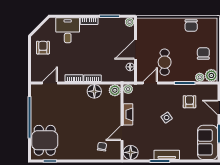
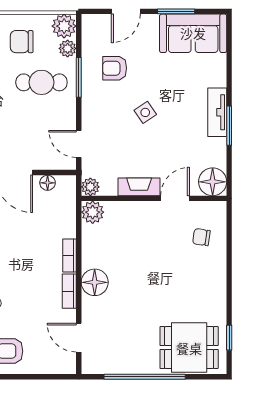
cafe table: (165, 62) -> (41, 82), moved
floor lamp: (94, 91) -> (95, 282), moved
door: (122, 133) -> (175, 198), swing flipped

